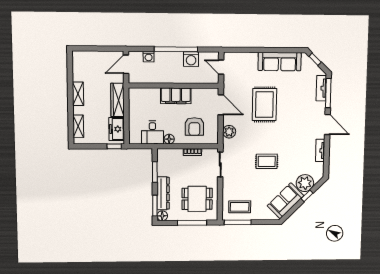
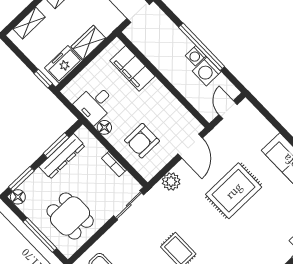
washing machine: (149, 57) -> (196, 56), moved
filing cabinet: (176, 96) -> (132, 68), moved
wardrobe: (118, 100) -> (88, 42), width x0.67
dresser: (163, 193) -> (62, 156), moved

